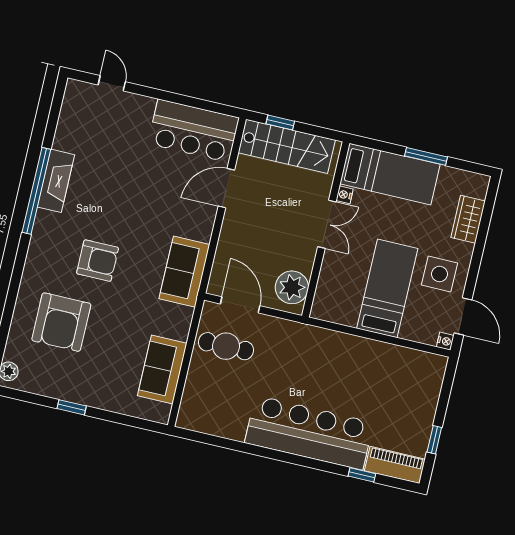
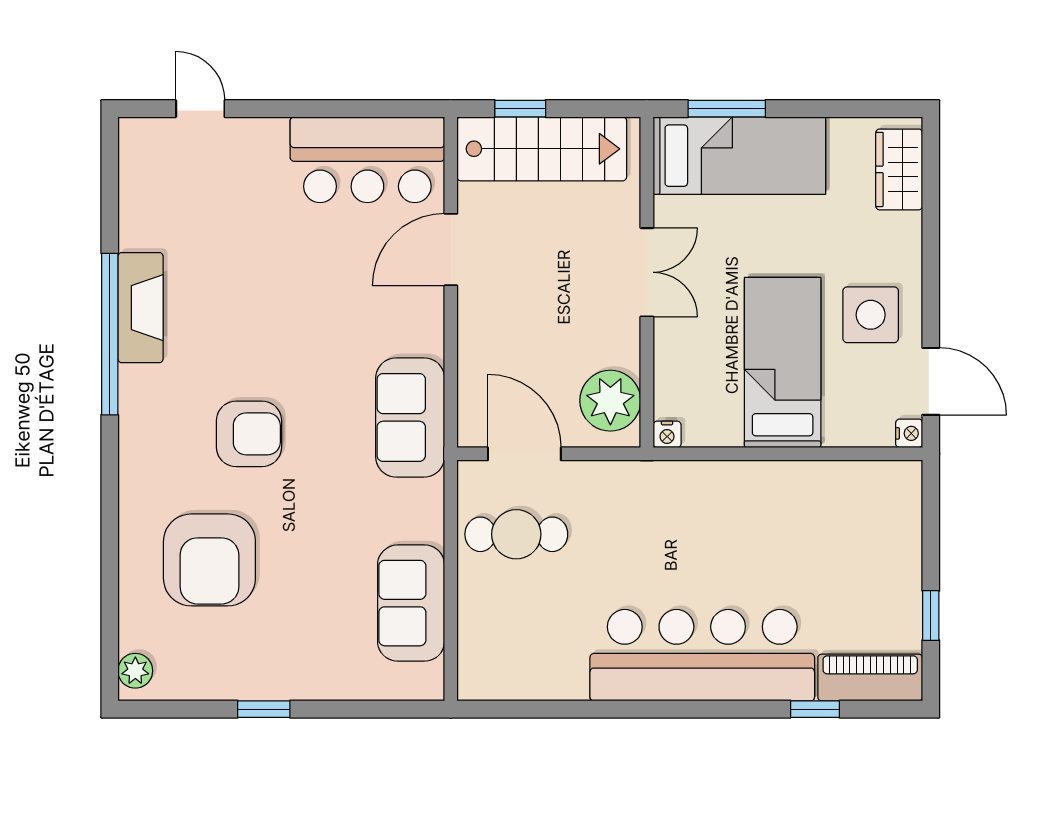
window: (426, 156) -> (727, 109), moved
nightstand: (345, 195) -> (667, 434), moved, turned -90
wardrobe: (468, 219) -> (899, 169), moved

